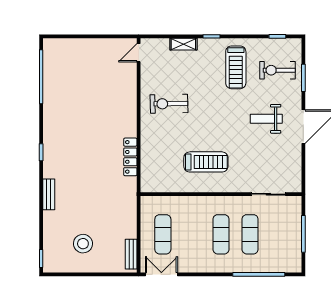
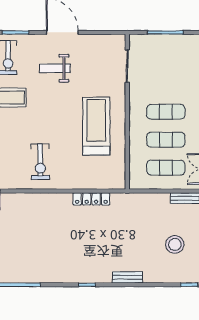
weight bench: (266, 119) -> (55, 68), turned 90
treadmill: (206, 162) -> (96, 126), width x1.37, depth x1.38
exercise mat: (250, 234) -> (166, 140), moved

